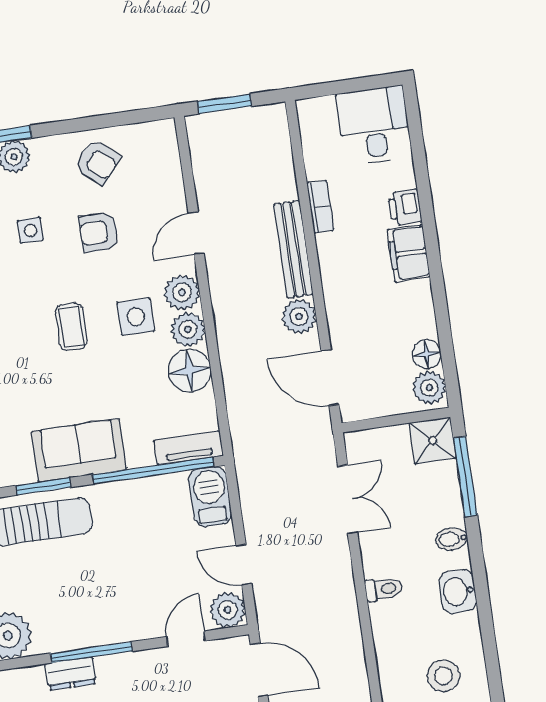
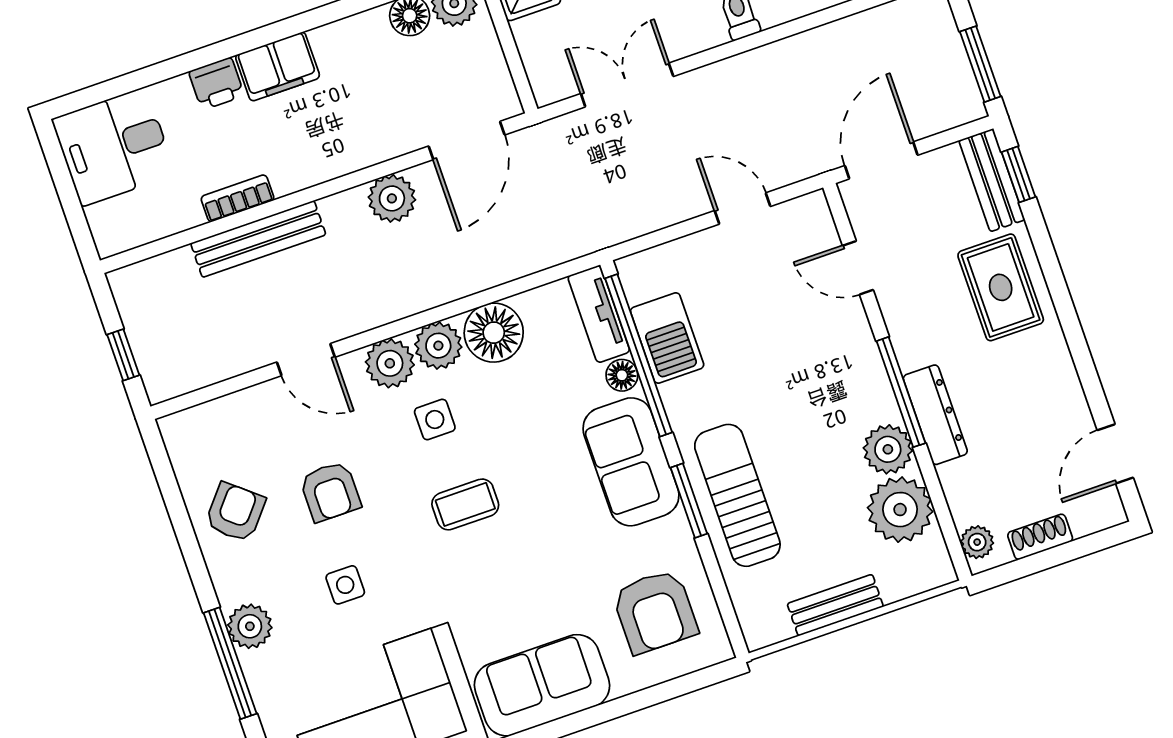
window: (225, 104) -> (123, 355), width x0.67
bench: (293, 249) -> (258, 239), moved
side table: (136, 317) -> (435, 420), width x0.73, depth x0.73
floor lamp: (142, 456) -> (622, 375), added
barbecue: (210, 496) -> (667, 338), moved, turned -90
door: (244, 565) -> (742, 208), swing flipped
plant: (228, 610) -> (888, 449), moved
dresser: (71, 674) -> (935, 415), width x1.44

